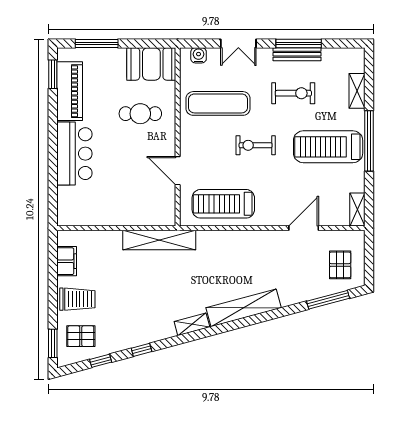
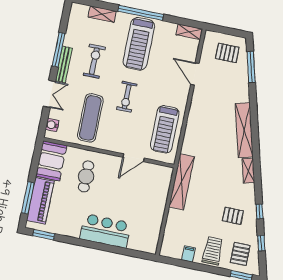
bench: (297, 54) -> (64, 64), moved
piano: (70, 91) -> (40, 201), moved, turned 90
filing cabinet: (67, 261) -> (188, 254), width x0.50
pallet: (129, 316) -> (233, 216), added

